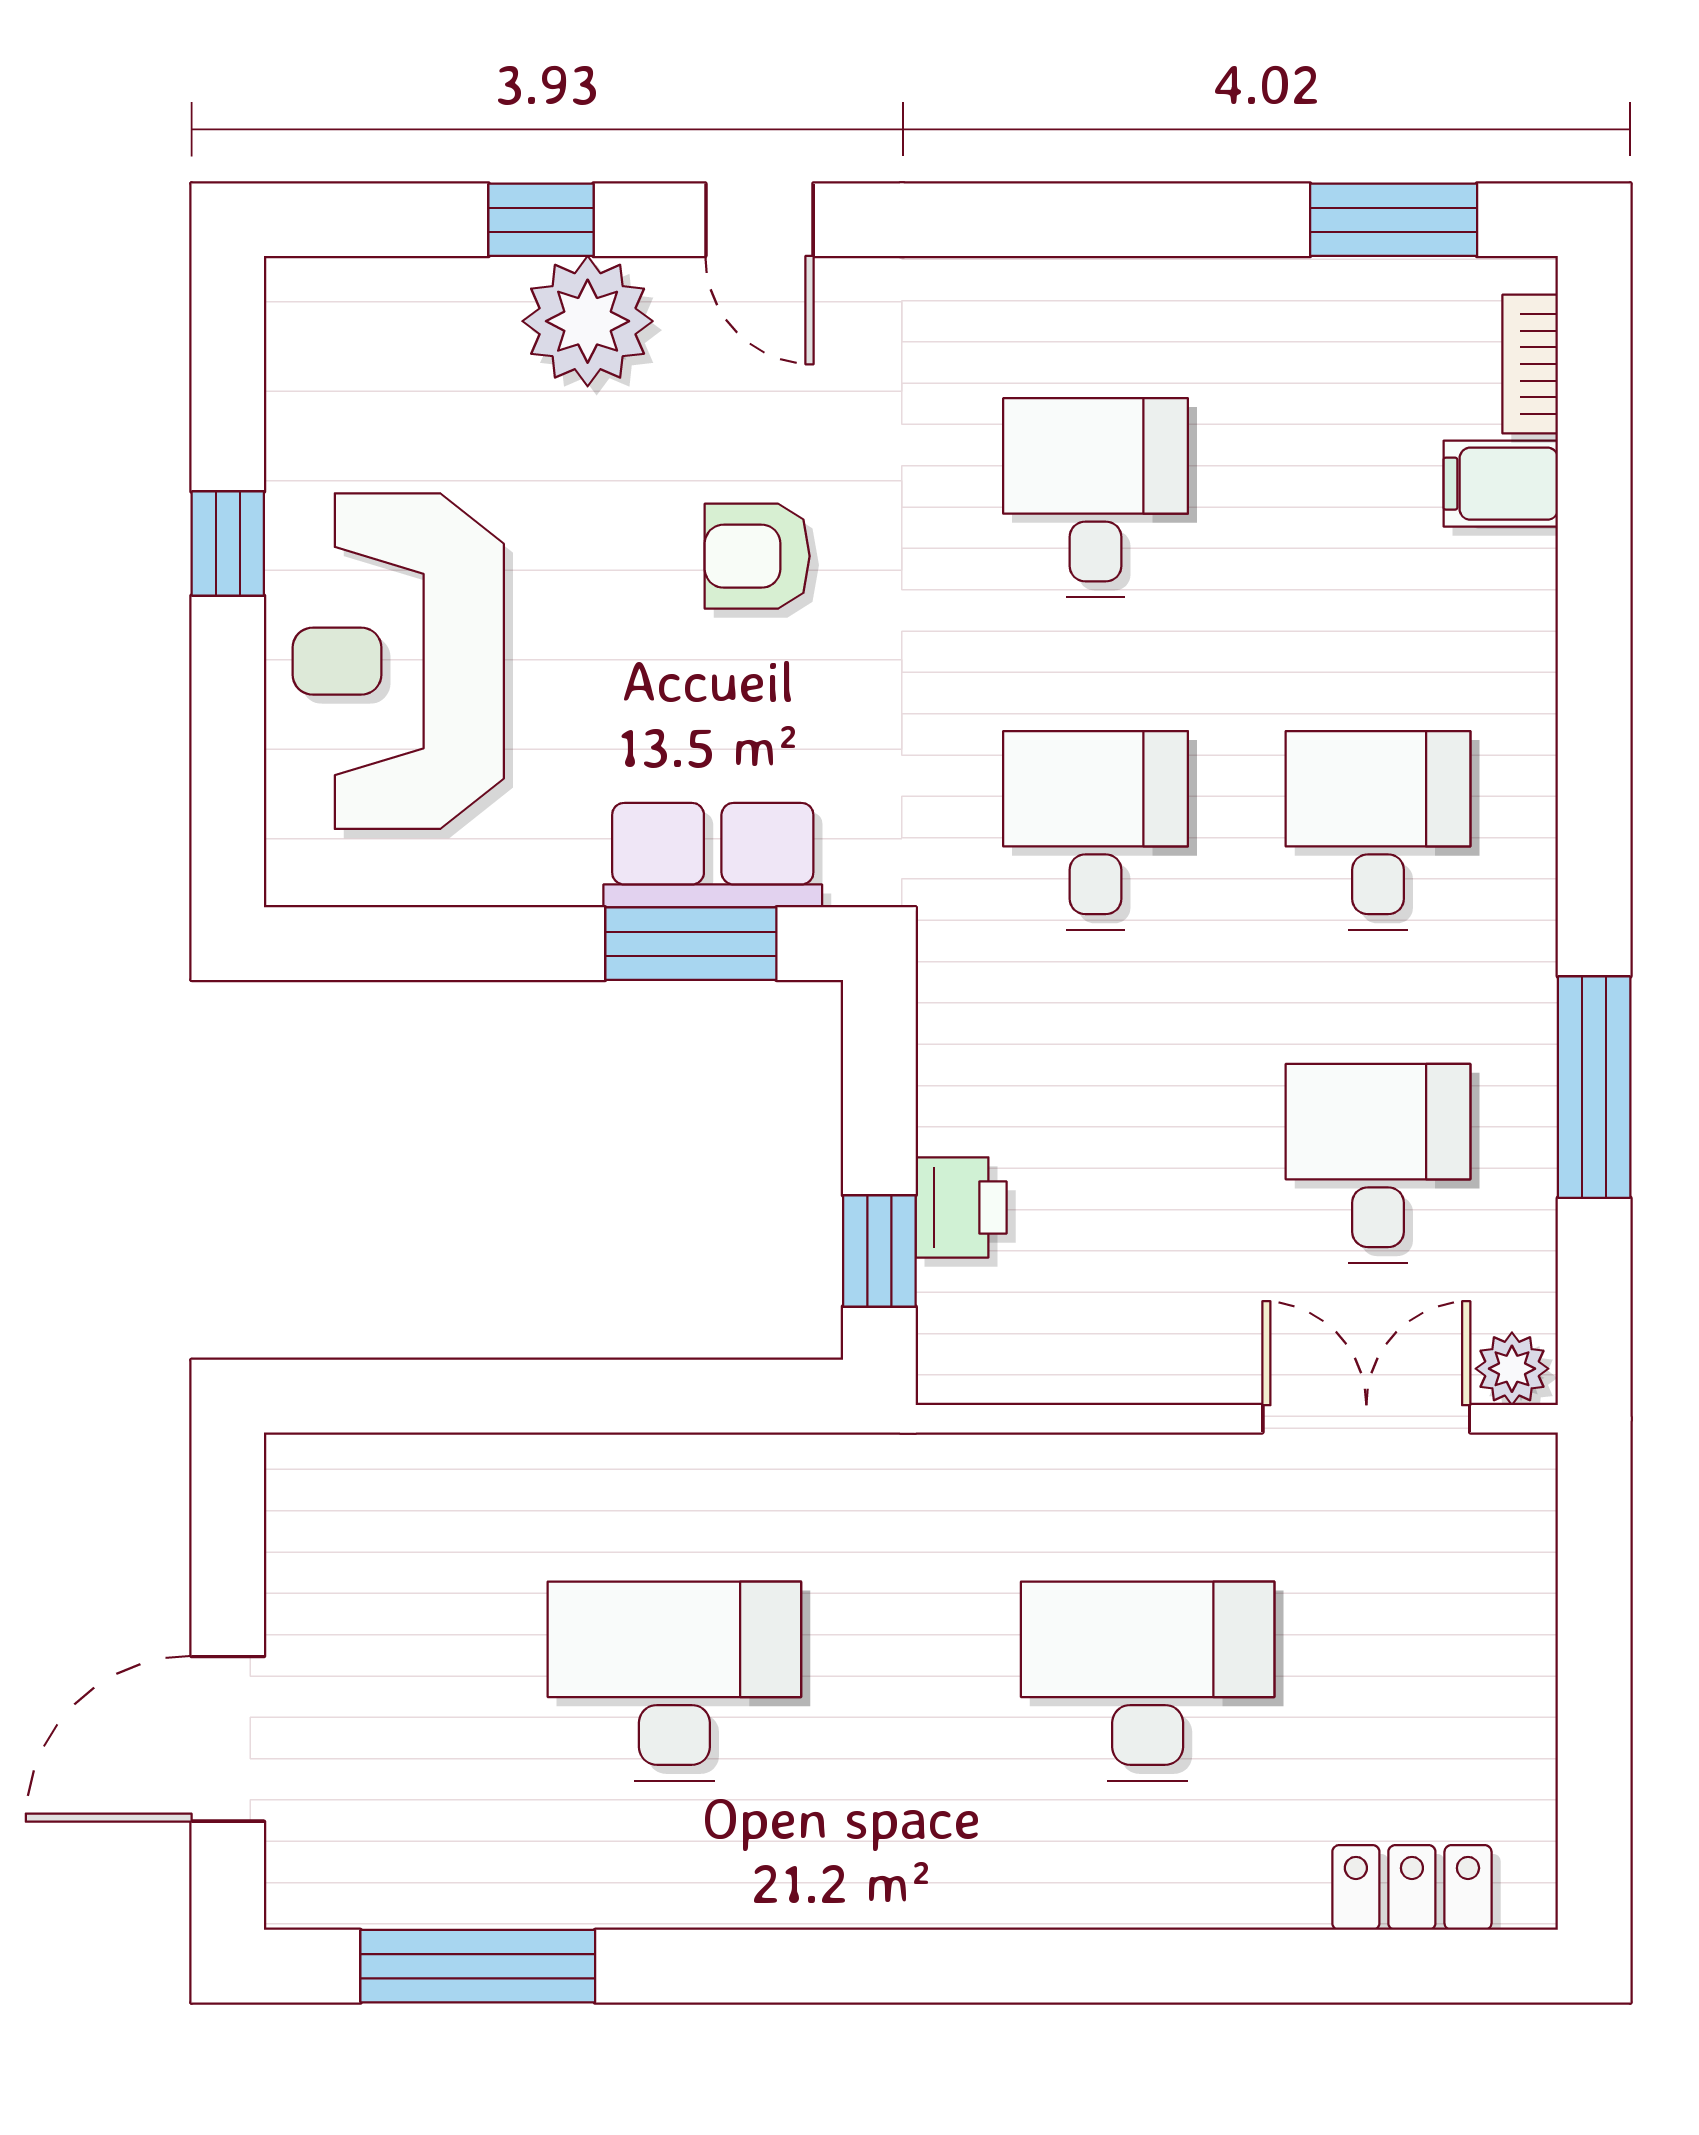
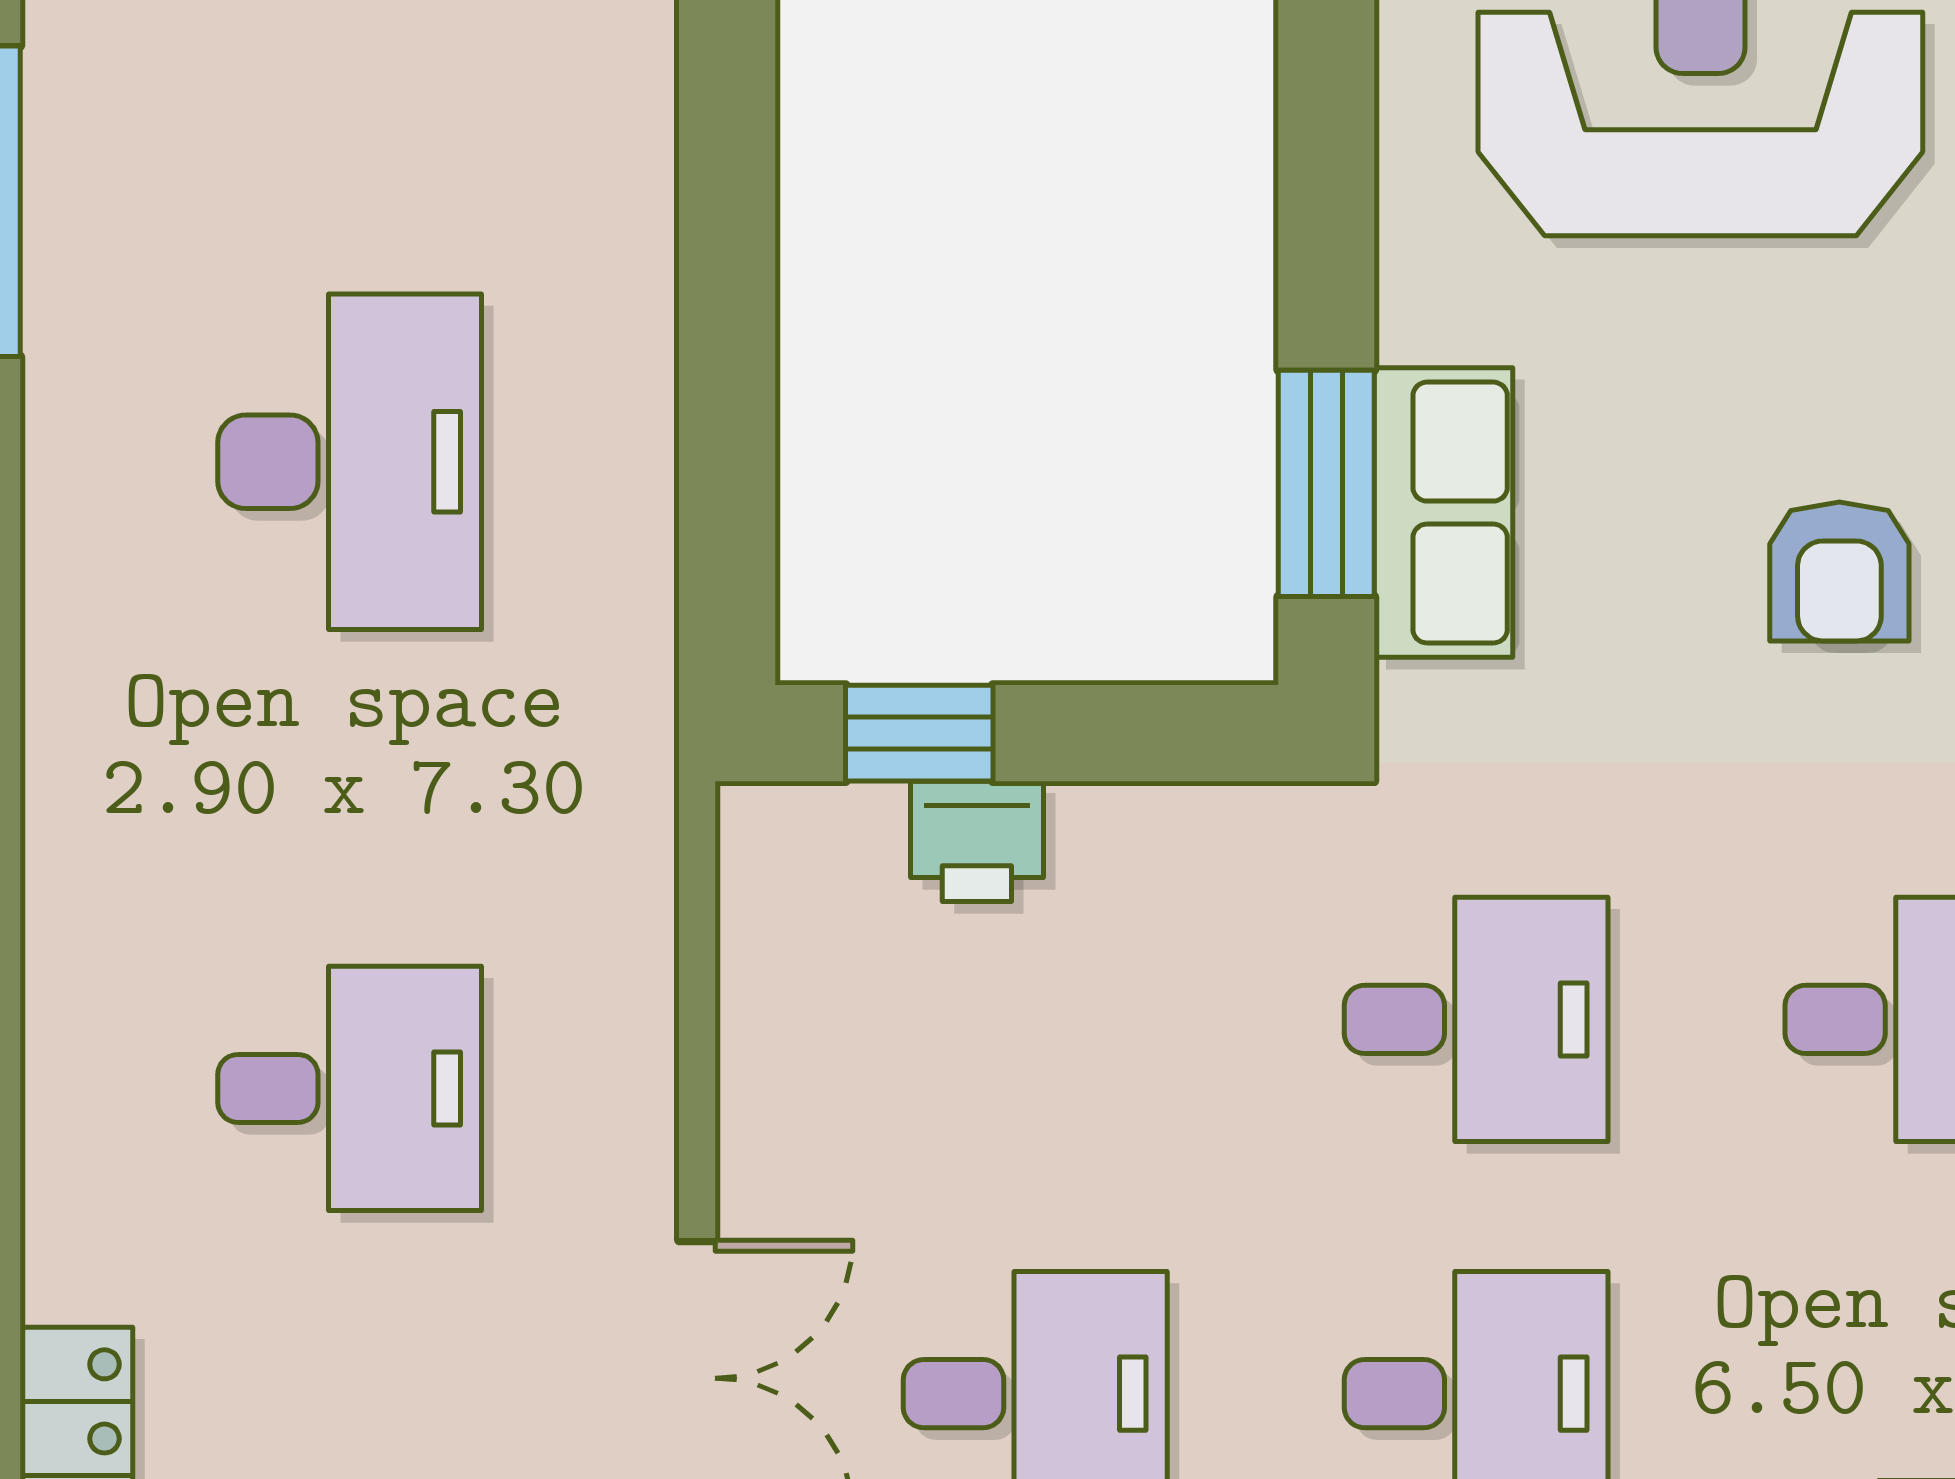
armchair: (757, 556) -> (1839, 571), turned 180
desk: (1148, 1681) -> (350, 1088), width x0.73

